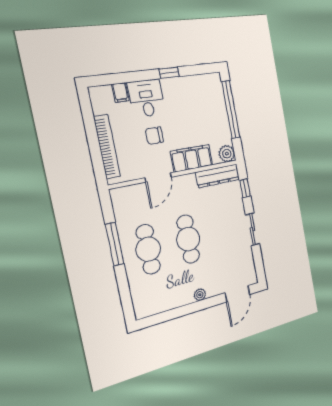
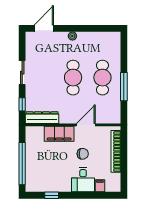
window: (169, 73) -> (52, 195), moved
plant: (227, 154) -> (32, 132), removed

